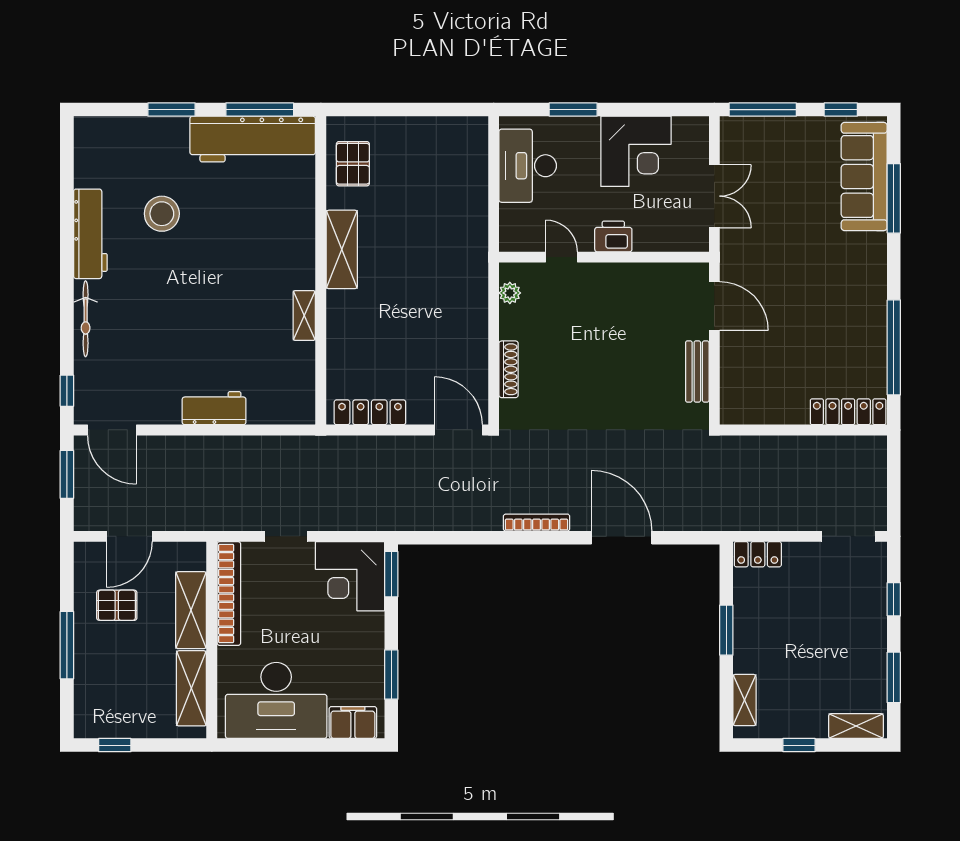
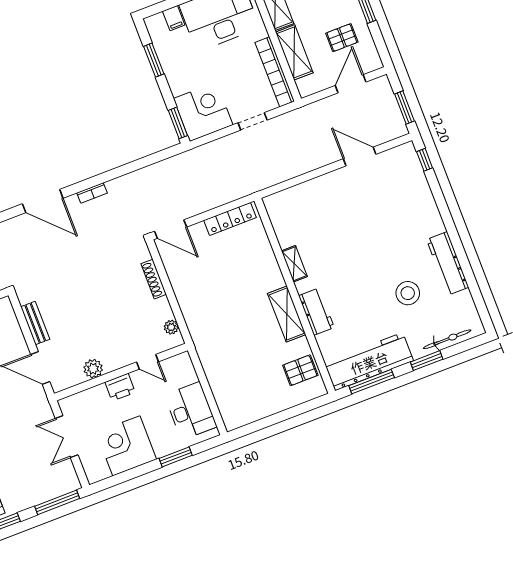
pallet: (353, 164) -> (300, 370), turned 90
plant: (641, 277) -> (93, 369), added
bicycle: (86, 319) -> (447, 339), moved, turned 90
workbench: (214, 408) -> (316, 312), moved, turned -90
door: (112, 430) -> (360, 157), moved
bookcase: (537, 523) -> (92, 193), width x0.64
filing cabinet: (353, 723) -> (174, 18), width x0.50

